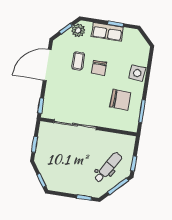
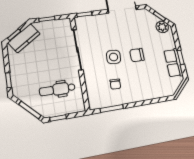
row of seats: (107, 32) -> (173, 63), moved
coffee table: (78, 61) -> (136, 35), removed
side table: (137, 73) -> (114, 57), moved
chair: (120, 100) -> (115, 84), width x0.54, depth x0.54
dental chair: (108, 167) -> (57, 89), moved, turned 148
kitchen counter: (48, 172) -> (24, 38), added

